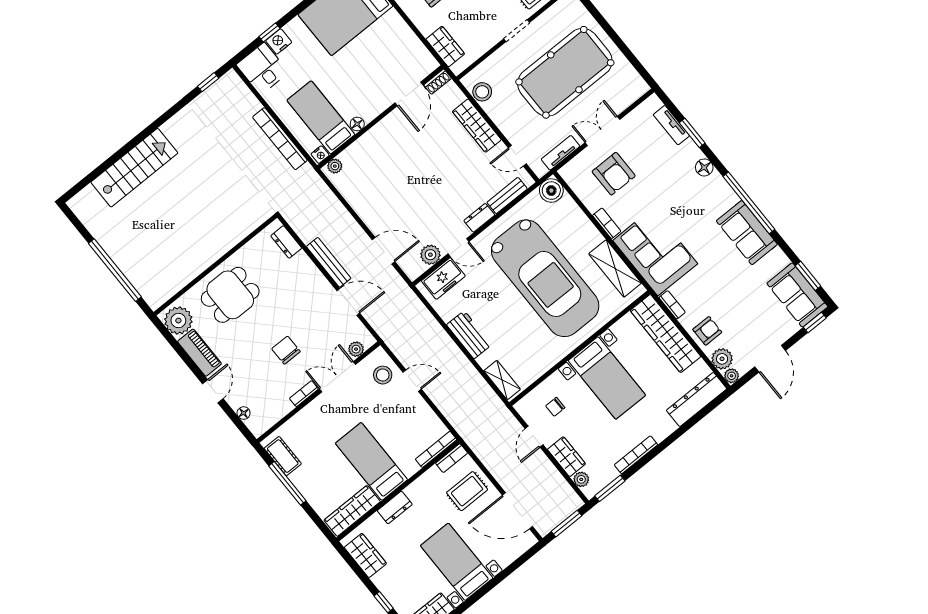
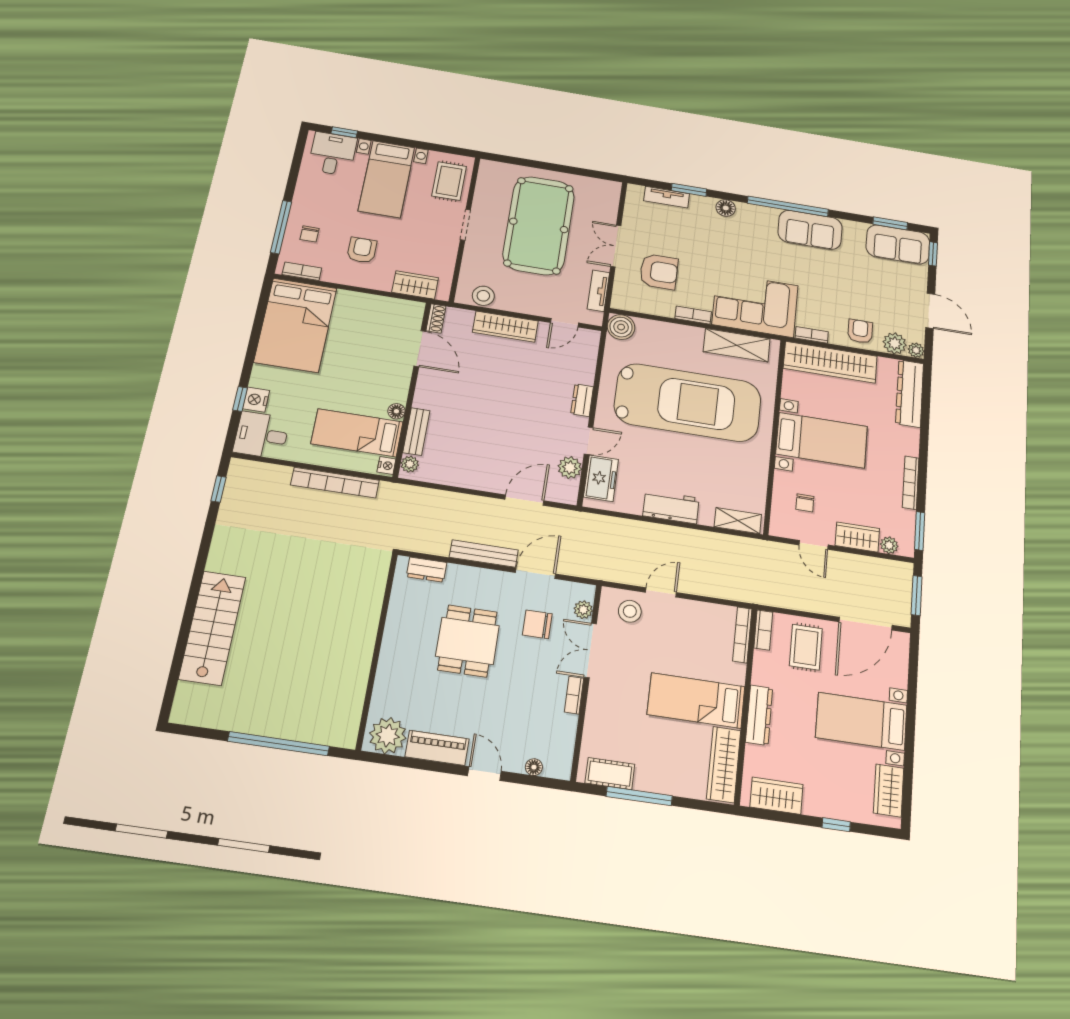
bench: (507, 196) -> (416, 432), moved
dining table: (230, 295) -> (467, 641), moved
chair: (286, 350) -> (537, 624), moved
dresser: (395, 507) -> (759, 715), width x1.44

